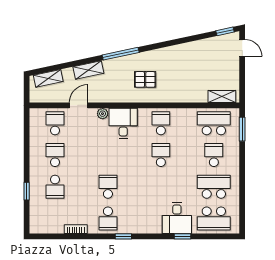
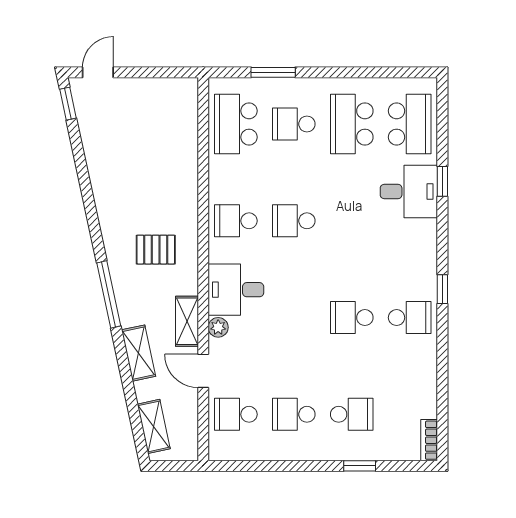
pallet: (145, 79) -> (156, 250), turned 90
shelving: (222, 97) -> (187, 321), moved
window: (242, 129) -> (273, 72), moved
bookcase: (76, 229) -> (429, 440), moved

